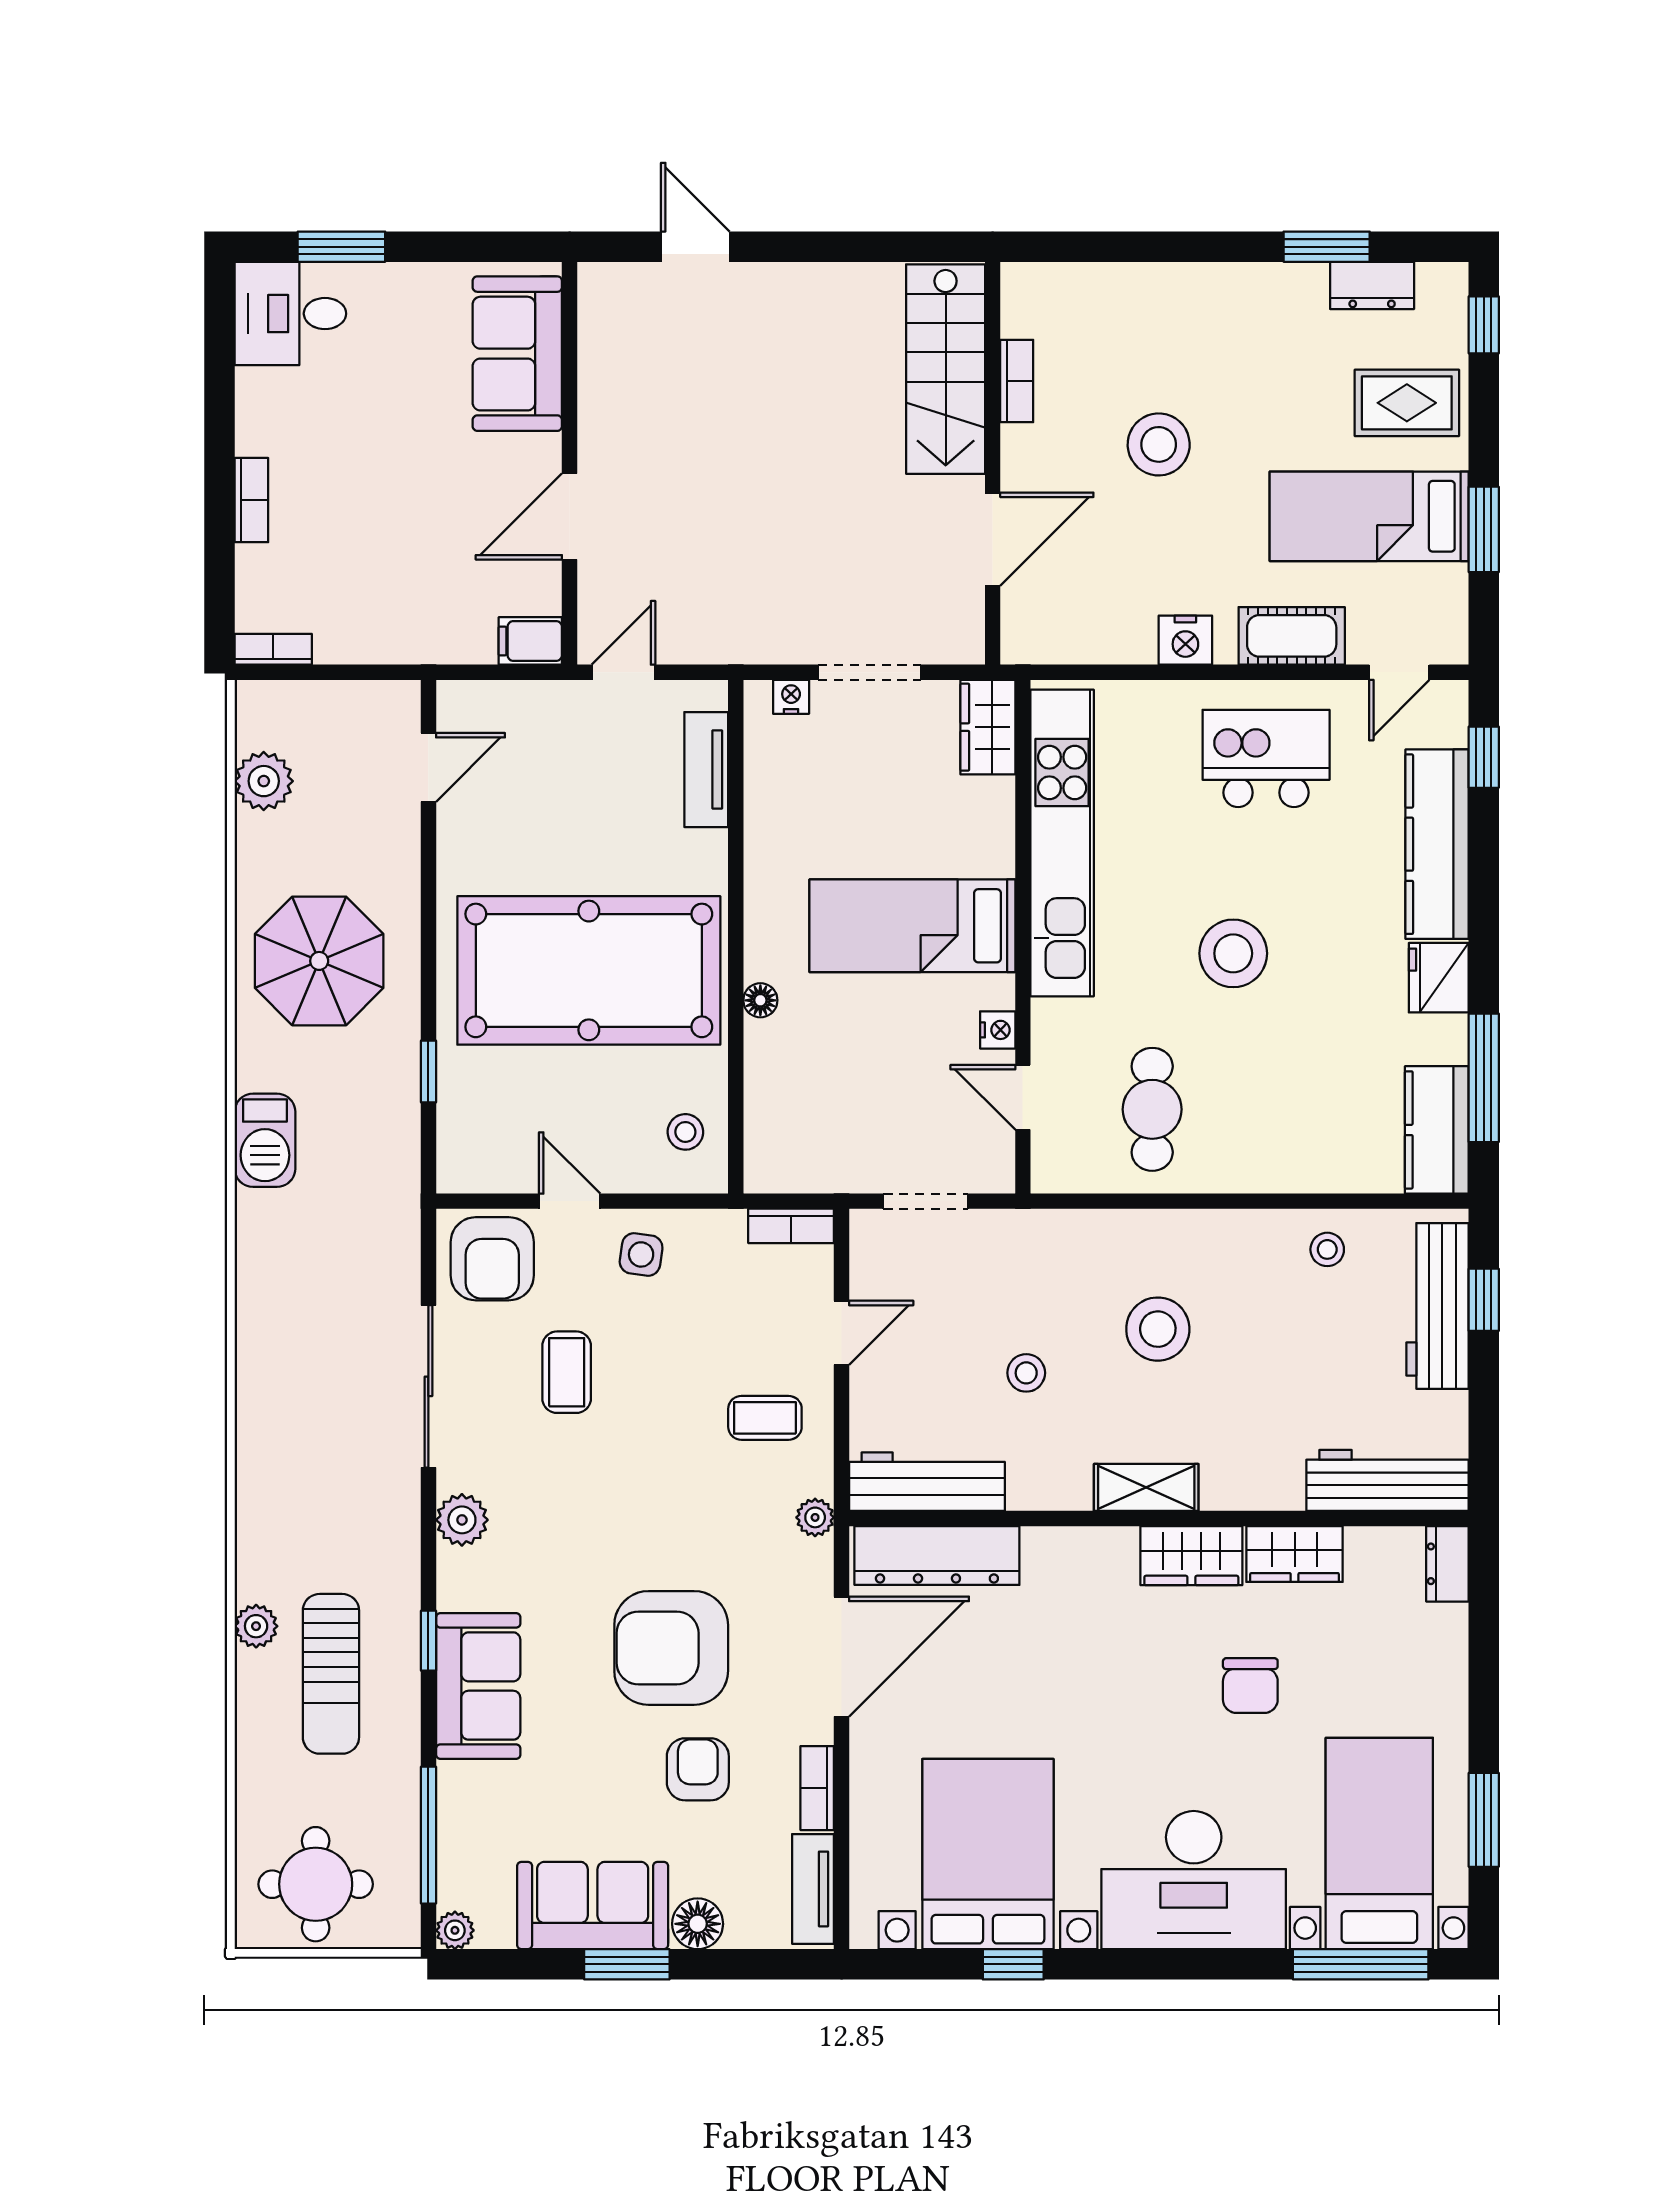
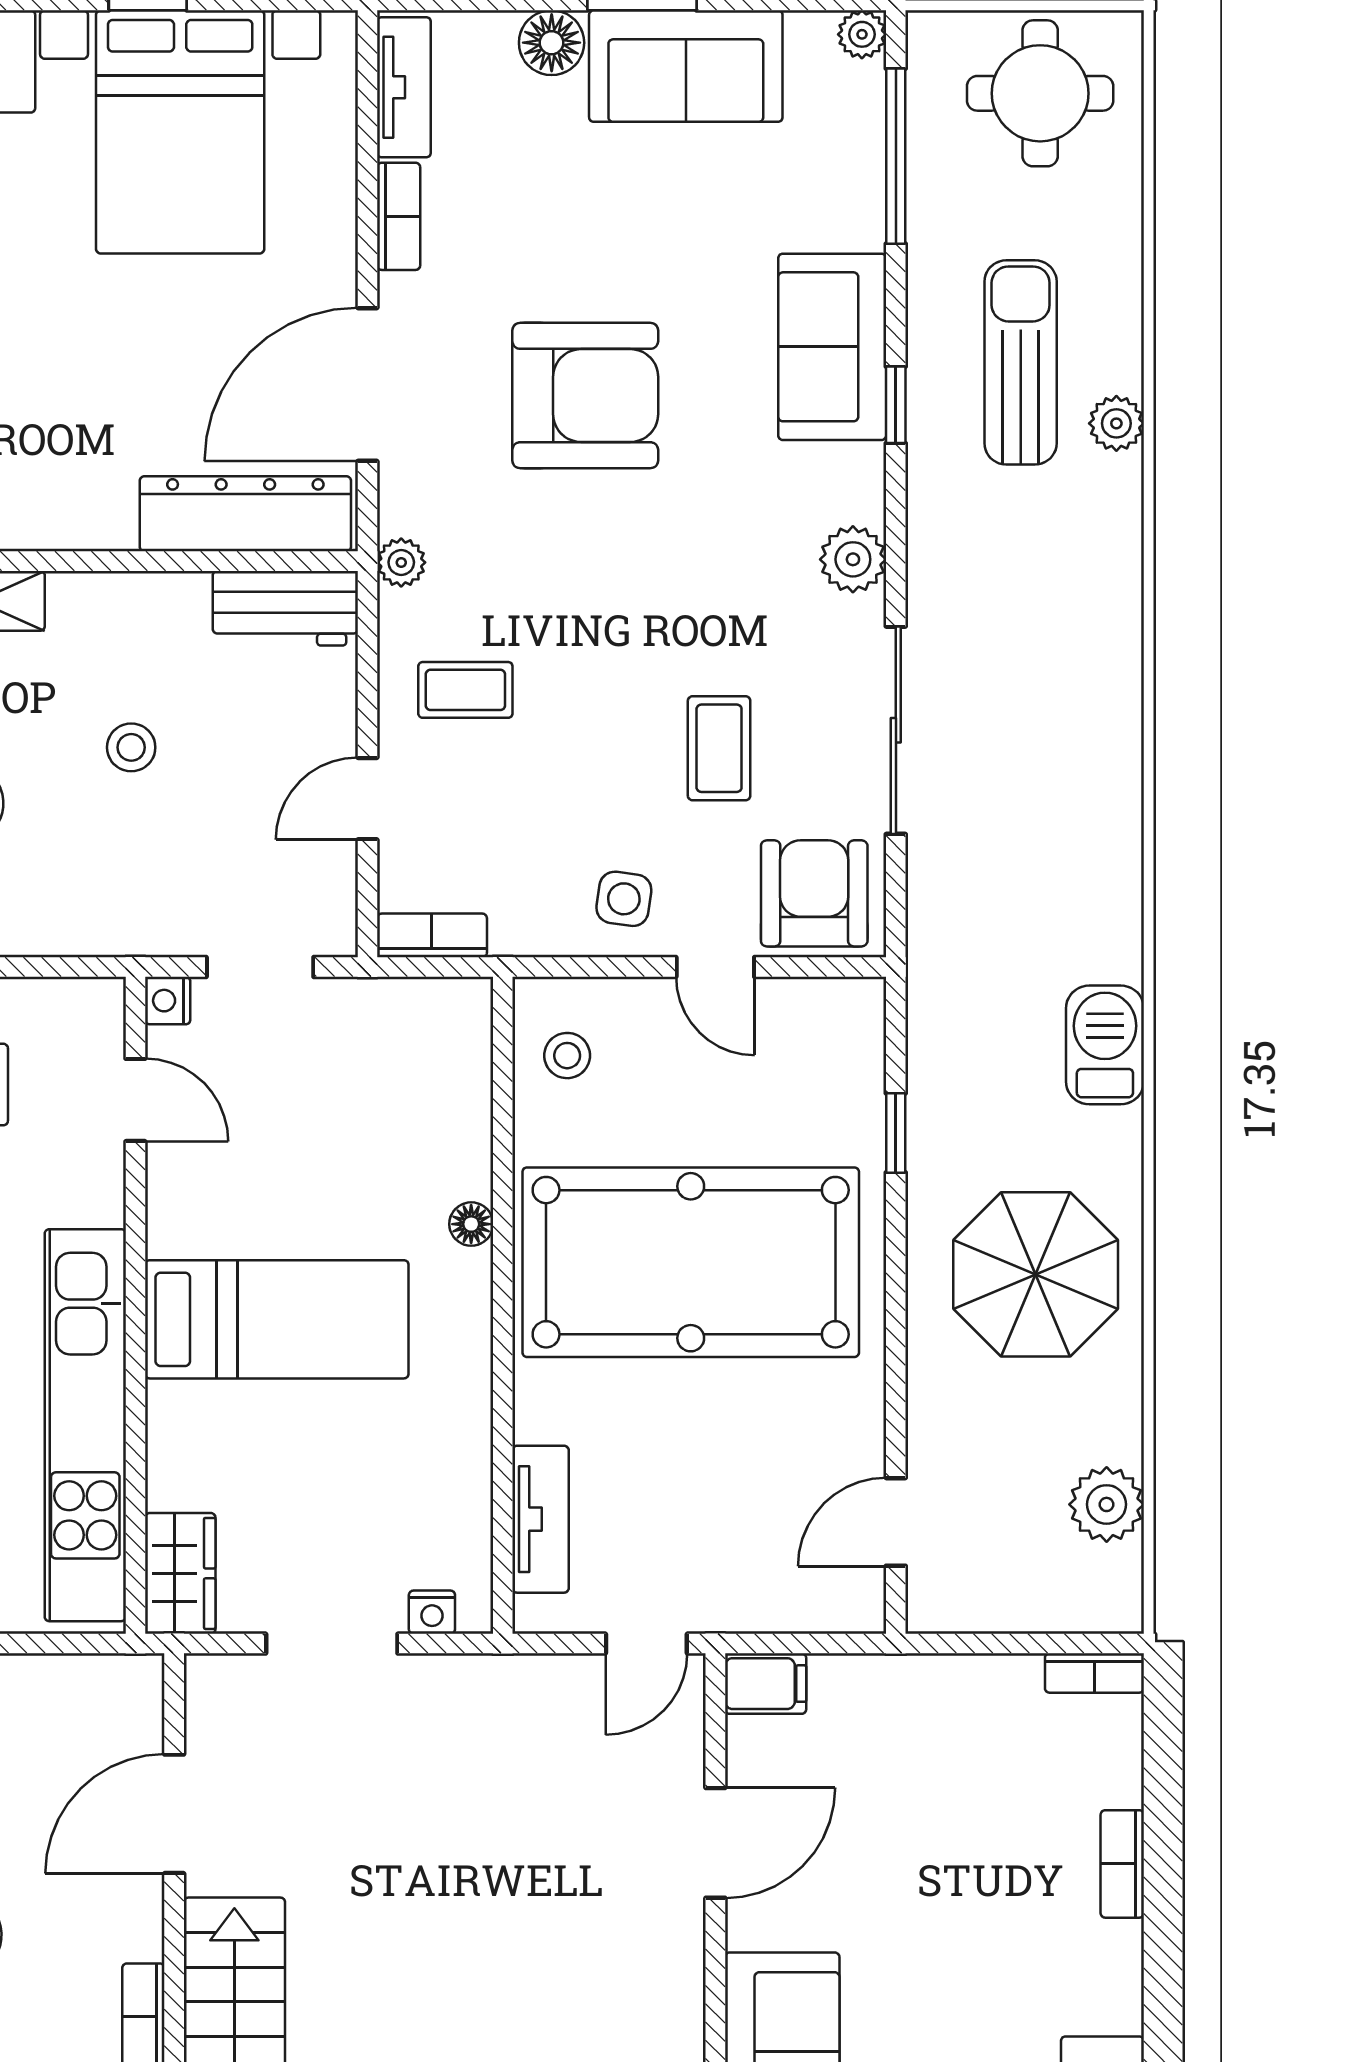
nightstand: (998, 1030) -> (168, 1001), moved
workbench: (927, 1482) -> (285, 608), width x0.73
armchair: (698, 1769) -> (551, 240), removed

